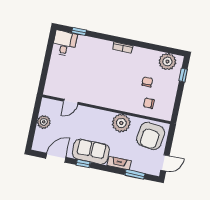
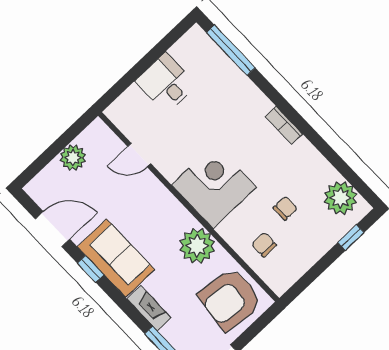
window: (79, 31) -> (231, 50), width x2.17
desk: (65, 43) -> (166, 83), moved, turned -90
corner desk: (111, 93) -> (214, 186), added

